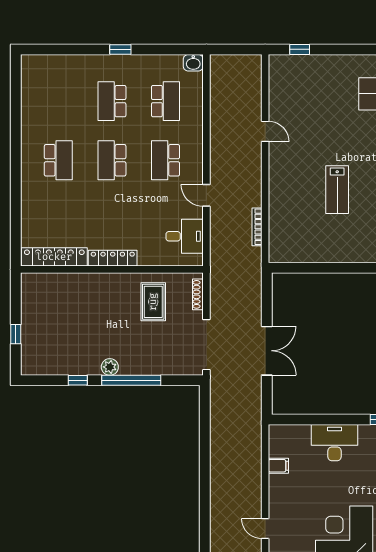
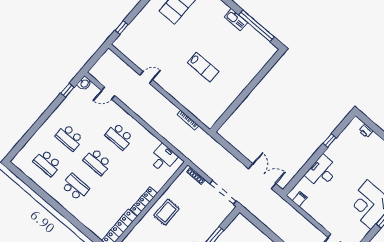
window: (120, 49) -> (67, 90), moved
school desk: (166, 101) -> (47, 163), moved, turned 180
door: (206, 195) -> (108, 93), moved
rug: (153, 302) -> (166, 212), moved, turned 90
double door: (267, 351) -> (262, 176), moved
filing cabinet: (278, 466) -> (300, 199), moved

